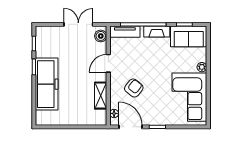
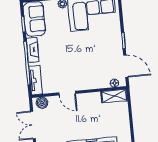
armchair: (134, 88) -> (88, 67), removed
shelving: (101, 96) -> (114, 96), moved
door: (130, 127) -> (126, 66), swing flipped

